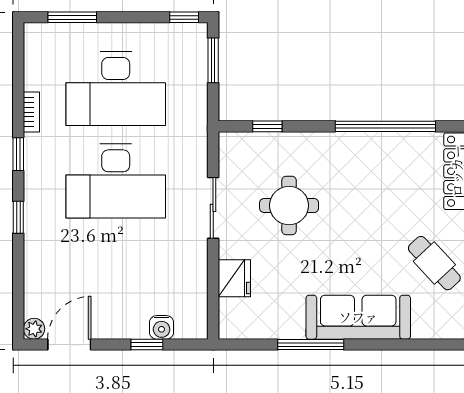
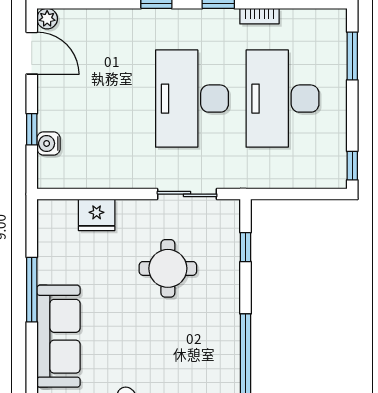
window: (213, 60) -> (310, 194), removed
sliding door: (213, 208) -> (187, 194), moved

